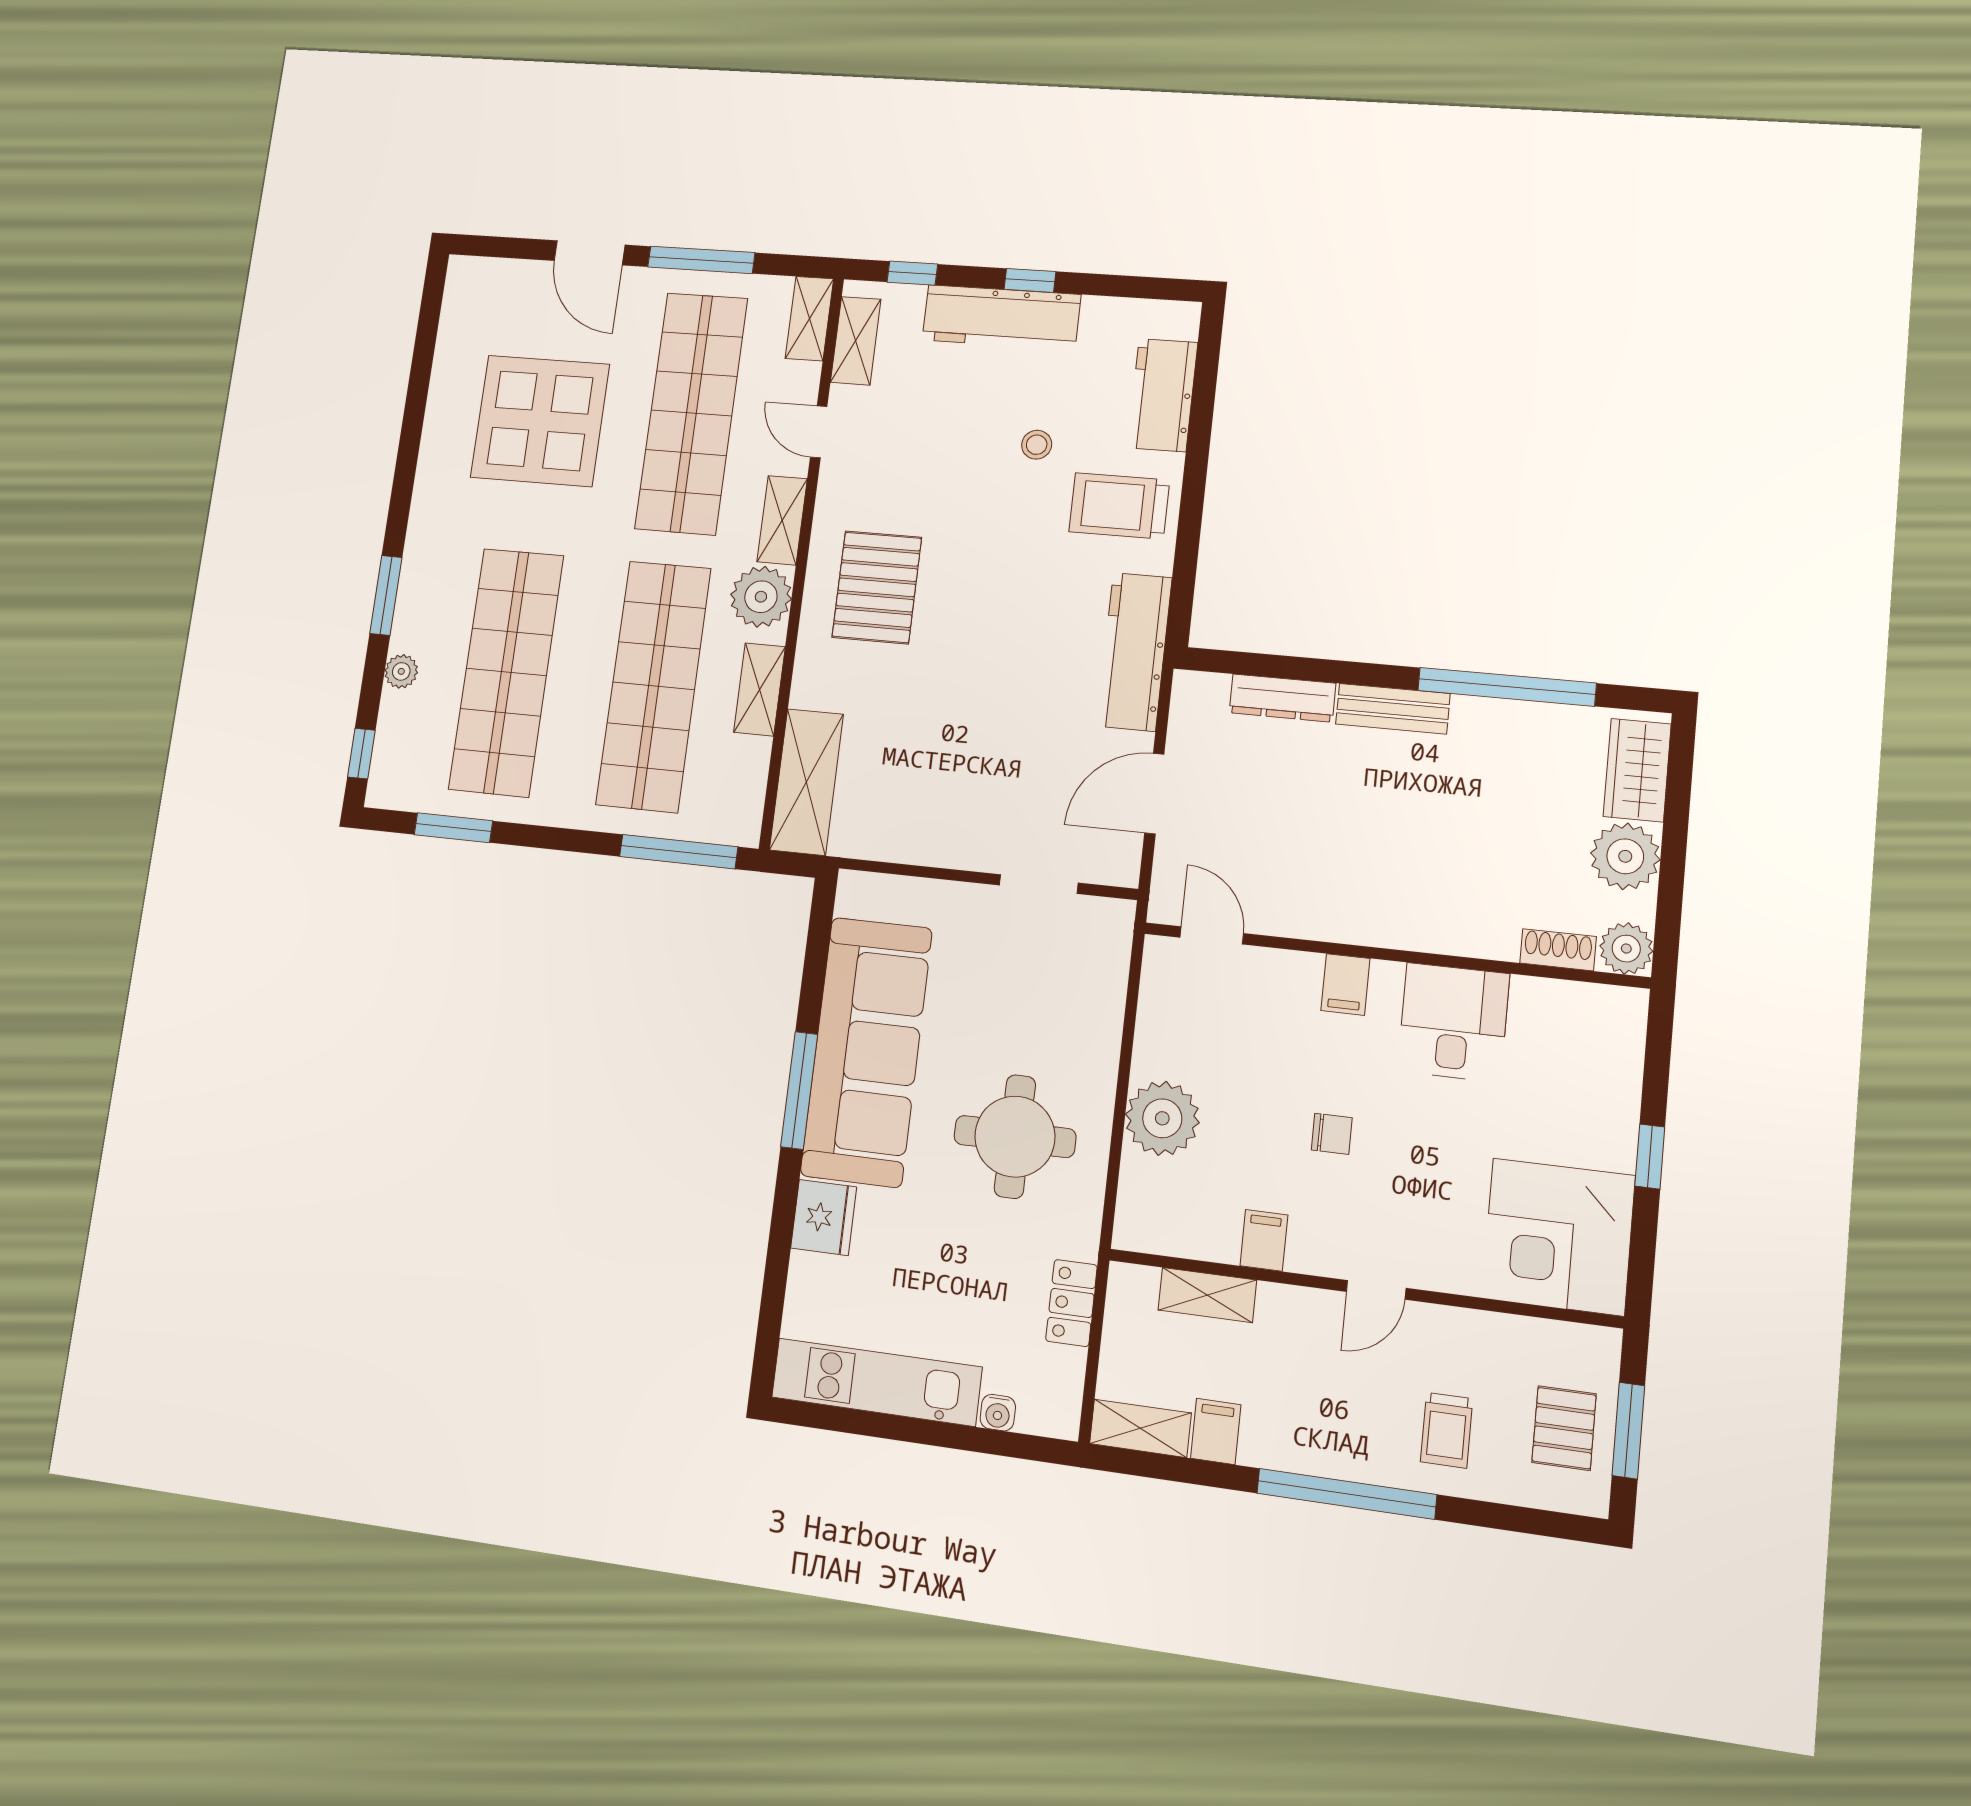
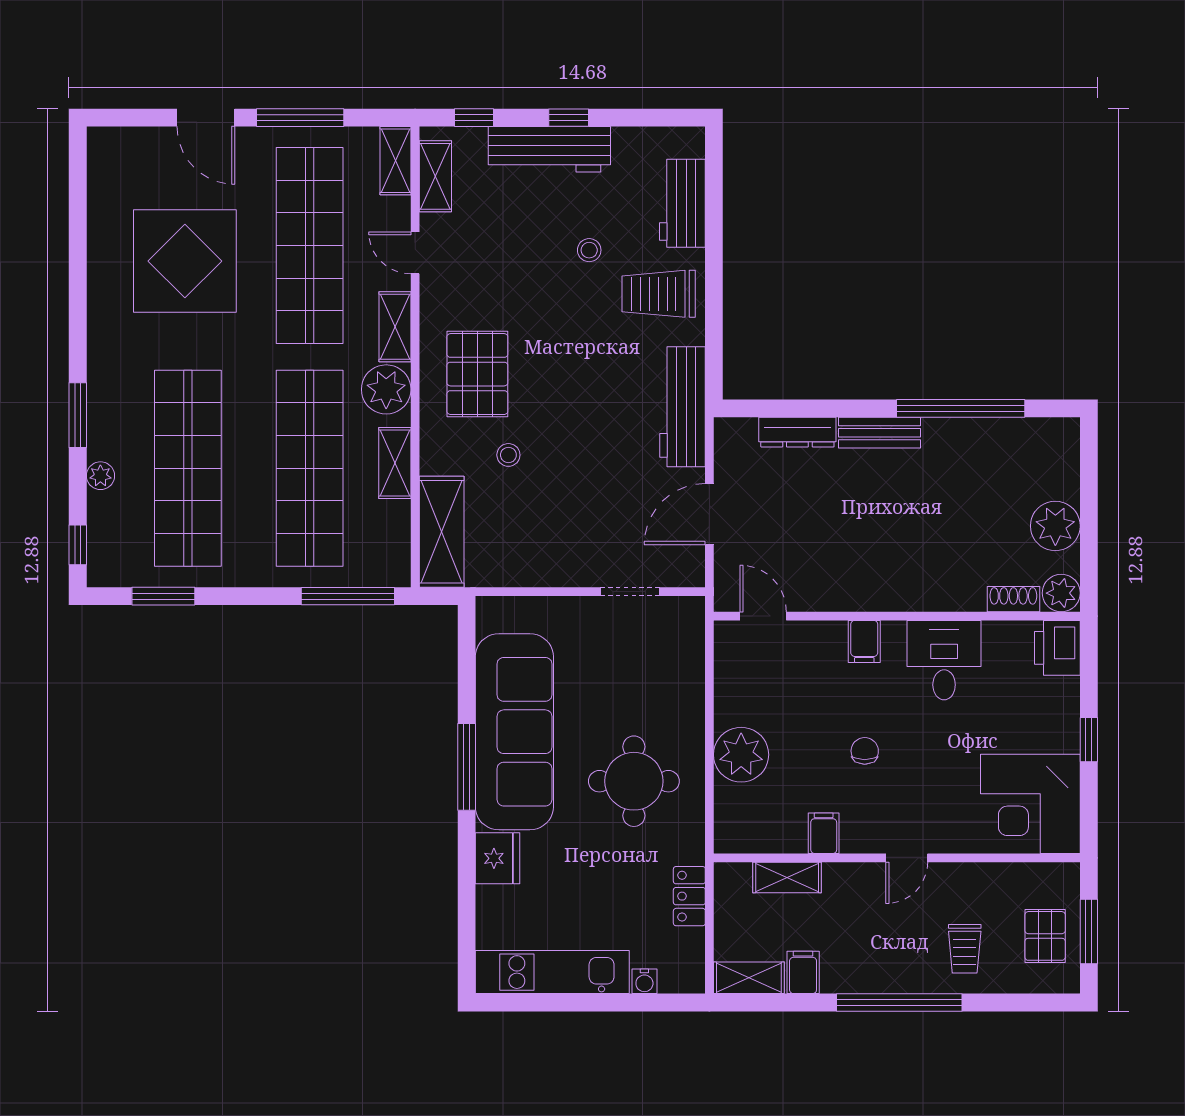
stool: (903, 693) -> (508, 455), added
wardrobe: (1637, 770) -> (1059, 462), removed
printer: (1615, 1023) -> (1057, 648), added
chair: (1332, 1134) -> (865, 751), turned -90

